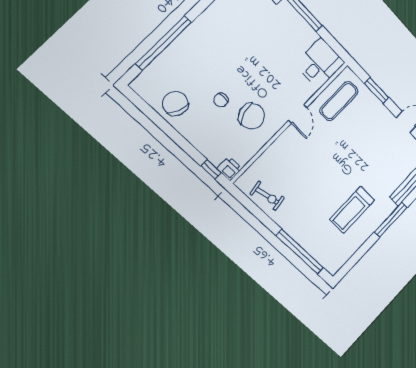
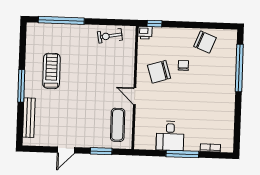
desk: (320, 63) -> (170, 136), moved

